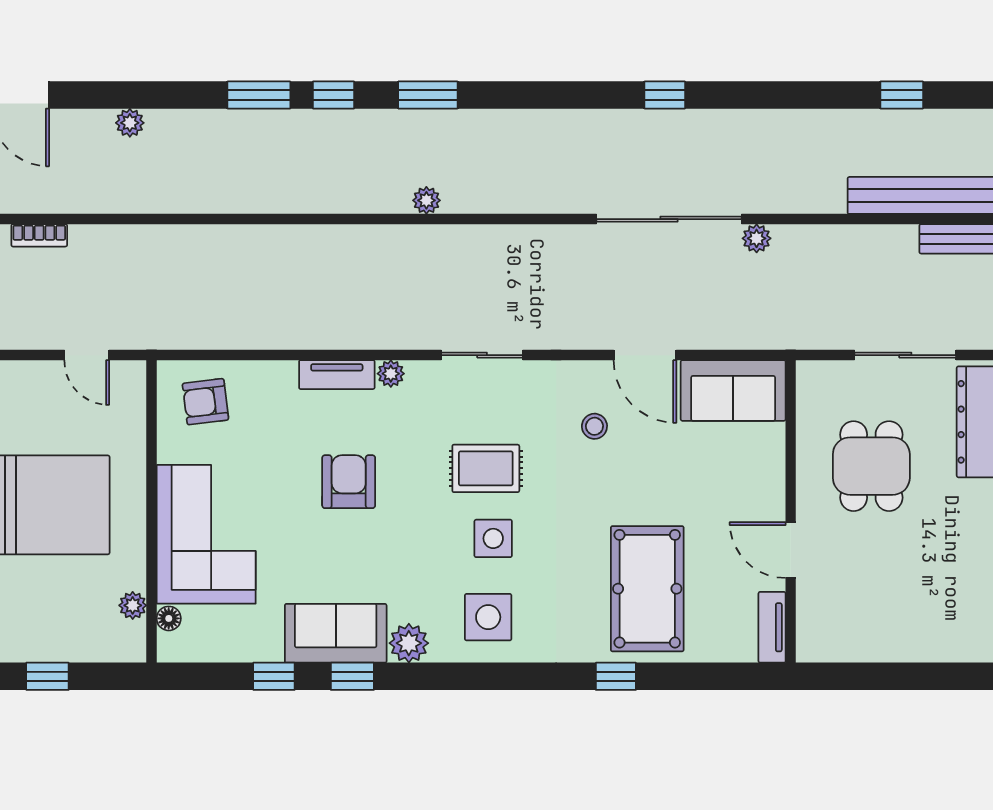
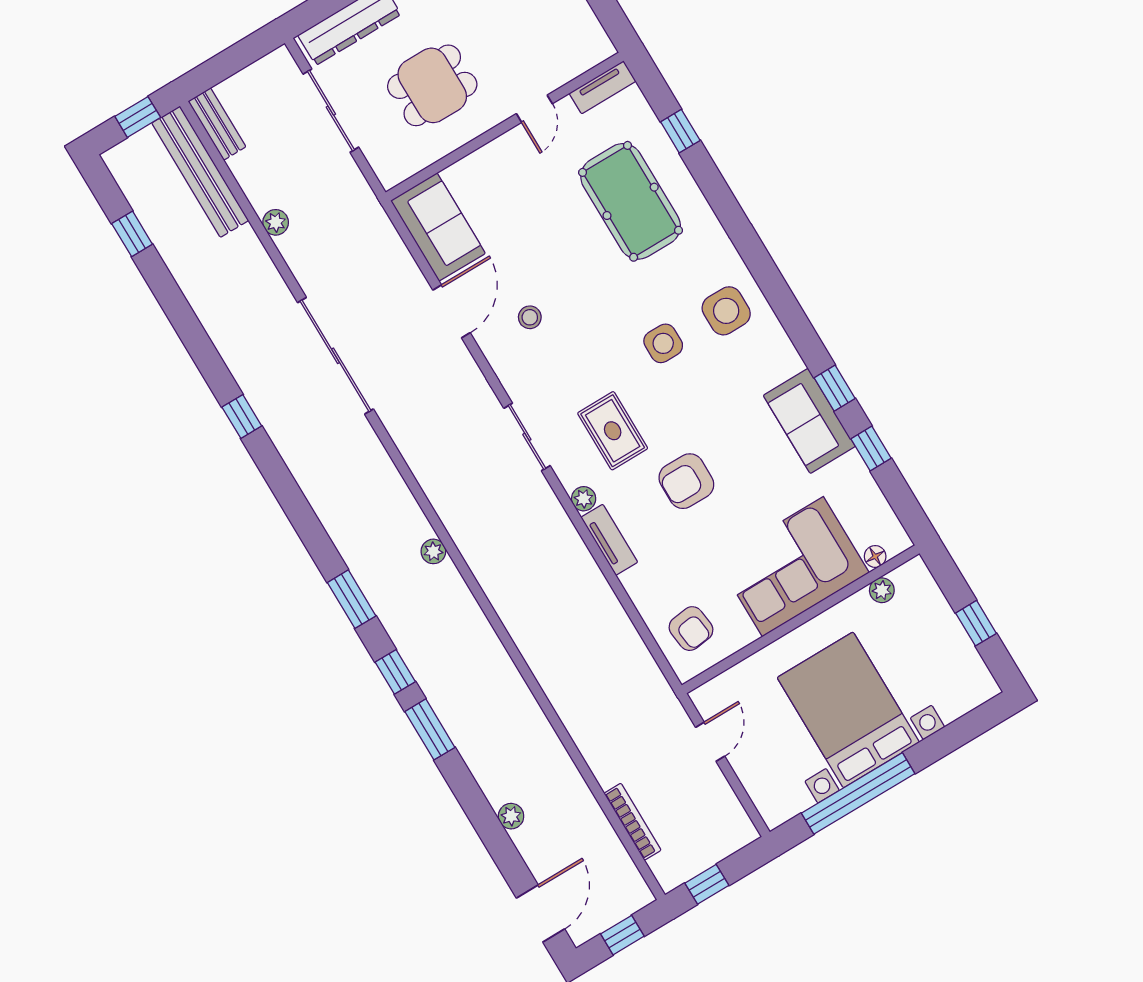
bookcase: (39, 235) -> (633, 822), width x1.56
plant: (757, 238) -> (276, 222), moved
rug: (486, 468) -> (613, 431), moved
door: (791, 550) -> (534, 109), width x0.73
pool table: (647, 589) -> (631, 201), turned 90
plant: (409, 643) -> (783, 360), removed
window: (616, 676) -> (680, 131), moved

